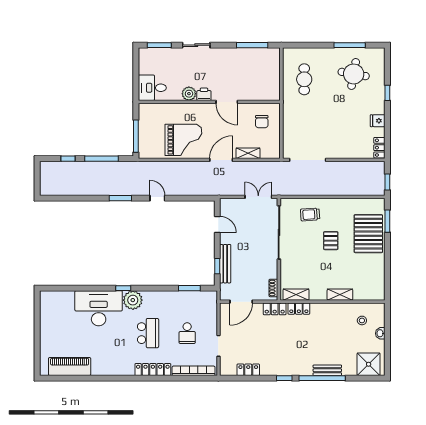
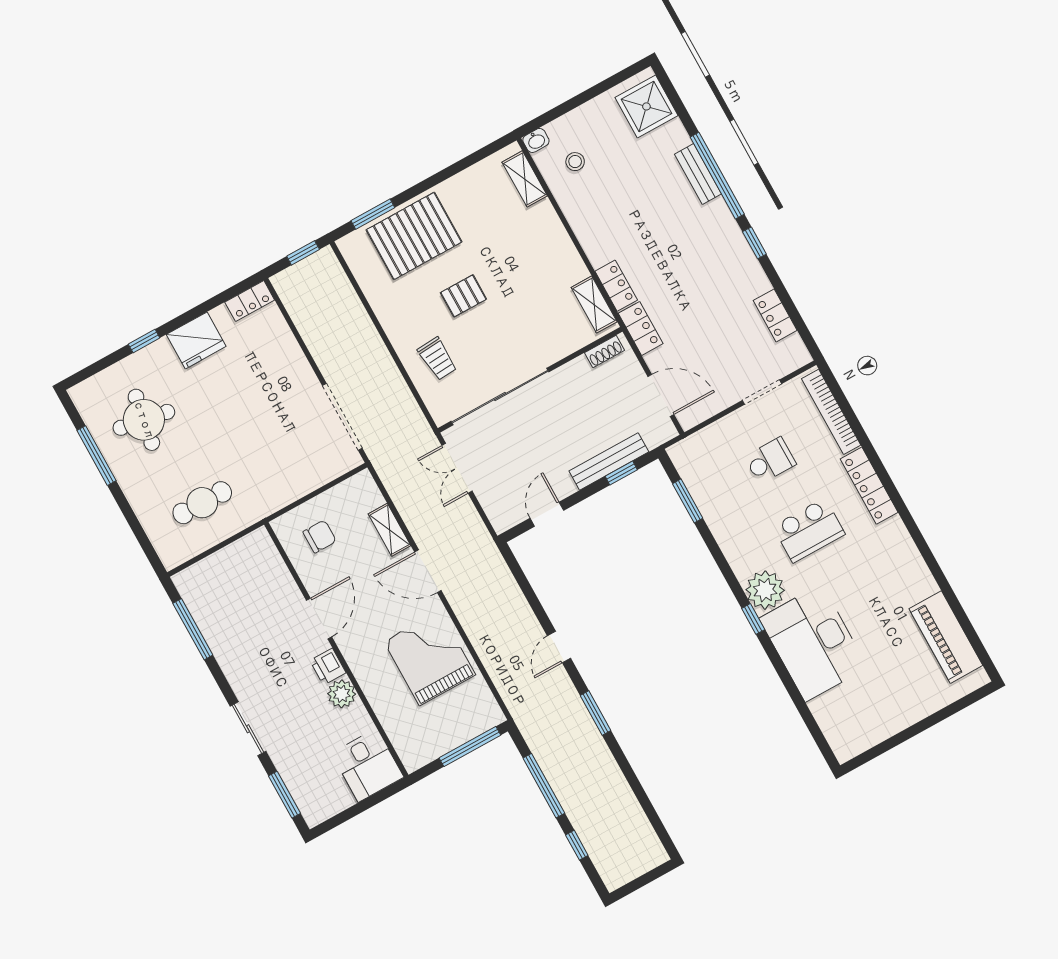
fridge: (378, 121) -> (196, 340), width x1.88, depth x1.34
shelving: (340, 295) -> (525, 179), moved
school desk: (148, 333) -> (809, 530), turned 180
washbasin: (380, 333) -> (536, 140), moved

